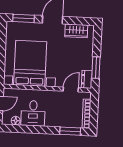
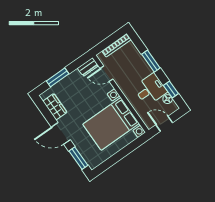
window: (96, 68) -> (58, 77), moved
window: (21, 129) -> (171, 89), added
window: (70, 131) -> (151, 61), moved

